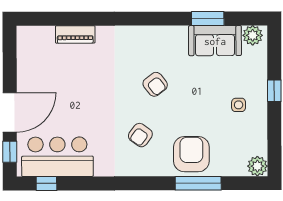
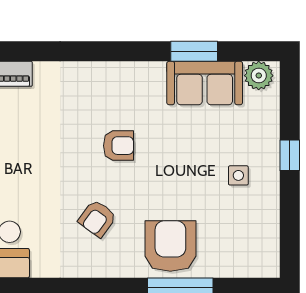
armchair: (155, 84) -> (119, 146), turned -52
plant: (257, 166) -> (265, 263), removed

